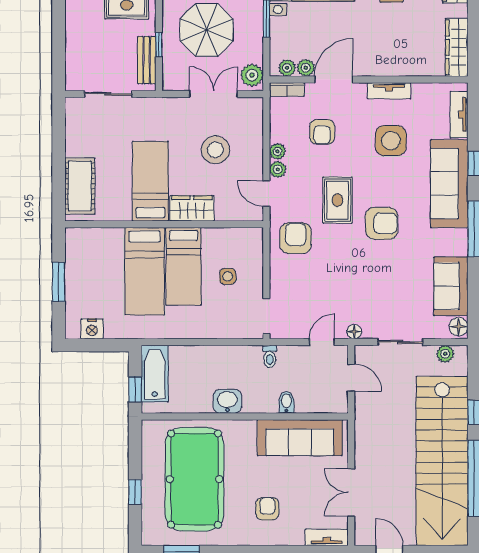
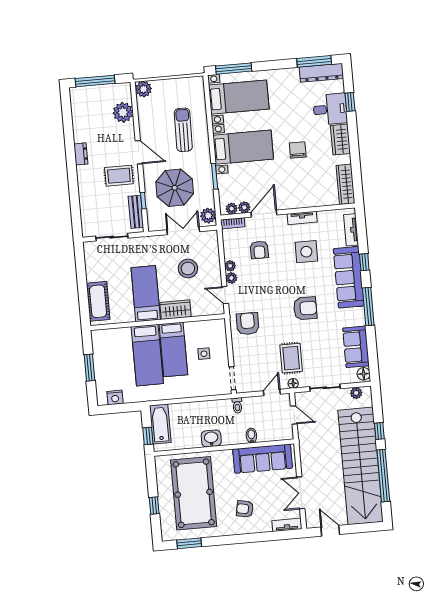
rug: (338, 200) -> (291, 358), moved
armchair: (267, 509) -> (245, 509), turned -79

